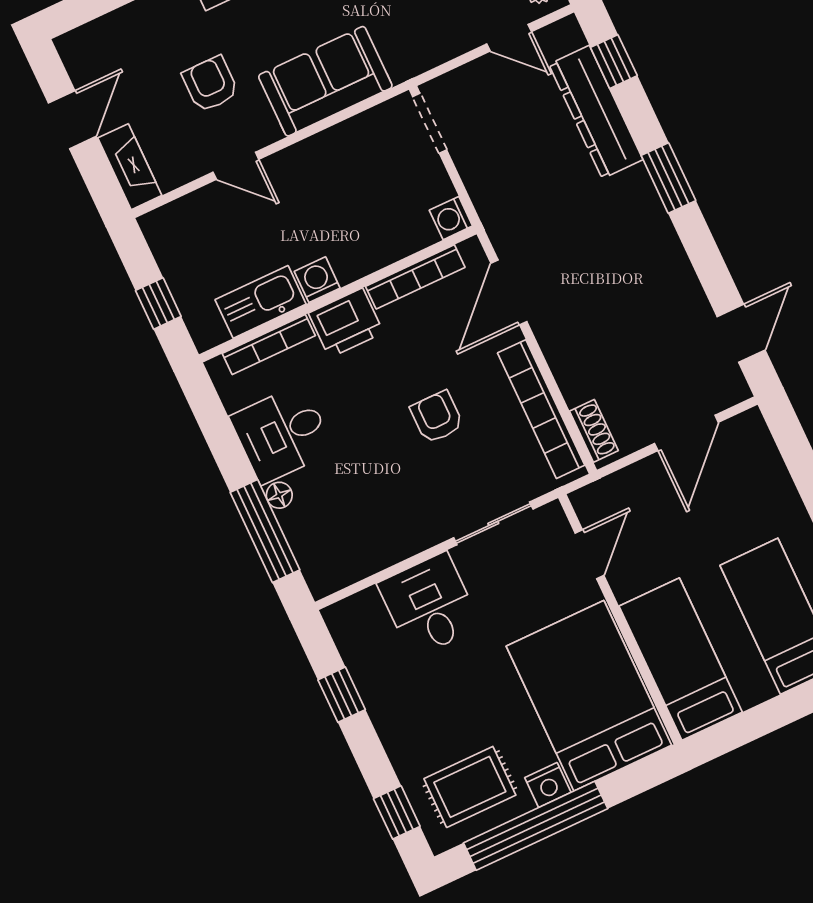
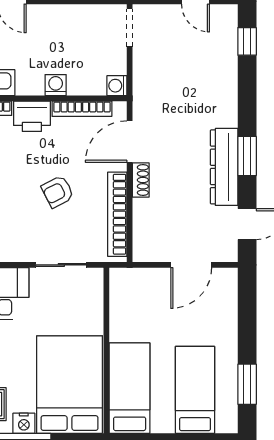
dresser: (596, 112) -> (224, 167), moved
window: (668, 178) -> (247, 156), moved
washing machine: (317, 280) -> (56, 85), moved
armchair: (437, 417) -> (58, 192), turned -117
shoe rack: (594, 431) -> (141, 180), moved
door: (590, 554) -> (106, 307), removed

